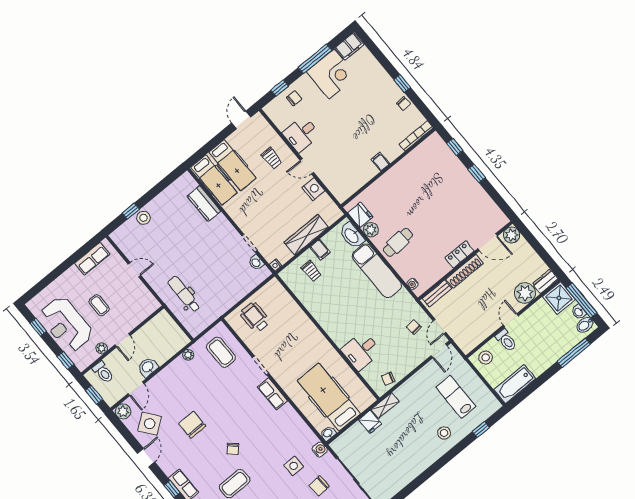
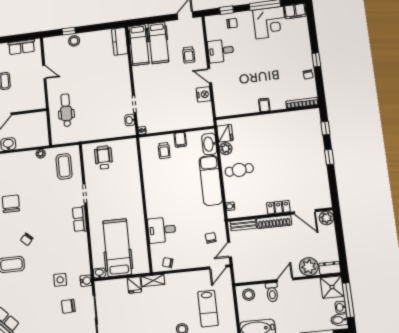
kitchen counter: (204, 204) -> (120, 41), moved
wardrobe: (306, 235) -> (177, 123), removed
lab bench: (456, 397) -> (208, 309), turned 180

